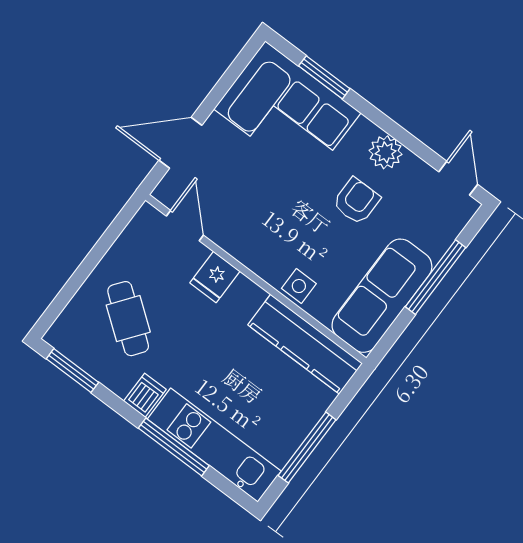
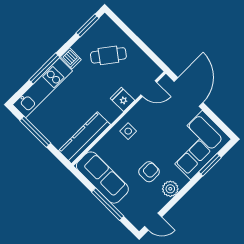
door: (180, 143) -> (189, 92), width x1.36
armchair: (356, 201) -> (149, 172), turned -90
side table: (299, 286) -> (128, 131), moved

